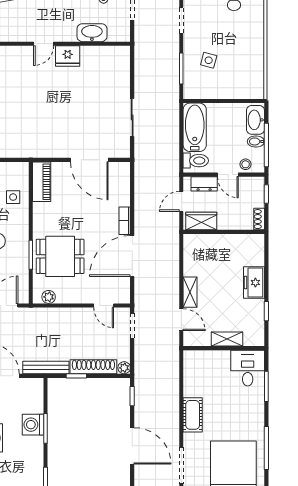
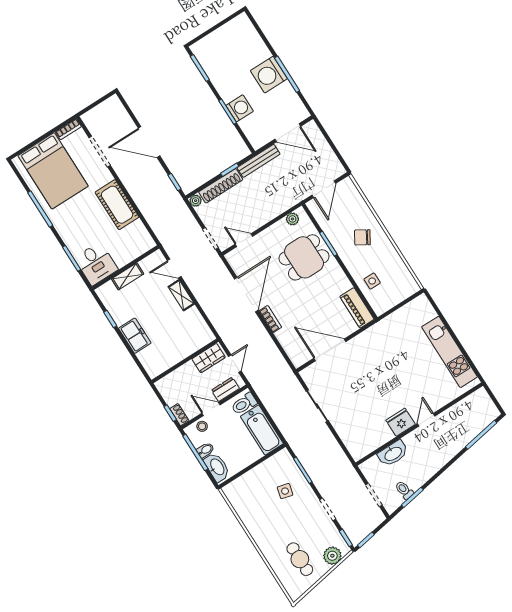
shoe rack: (259, 219) -> (179, 415), moved
cot: (193, 415) -> (117, 205), width x1.37, depth x1.34

